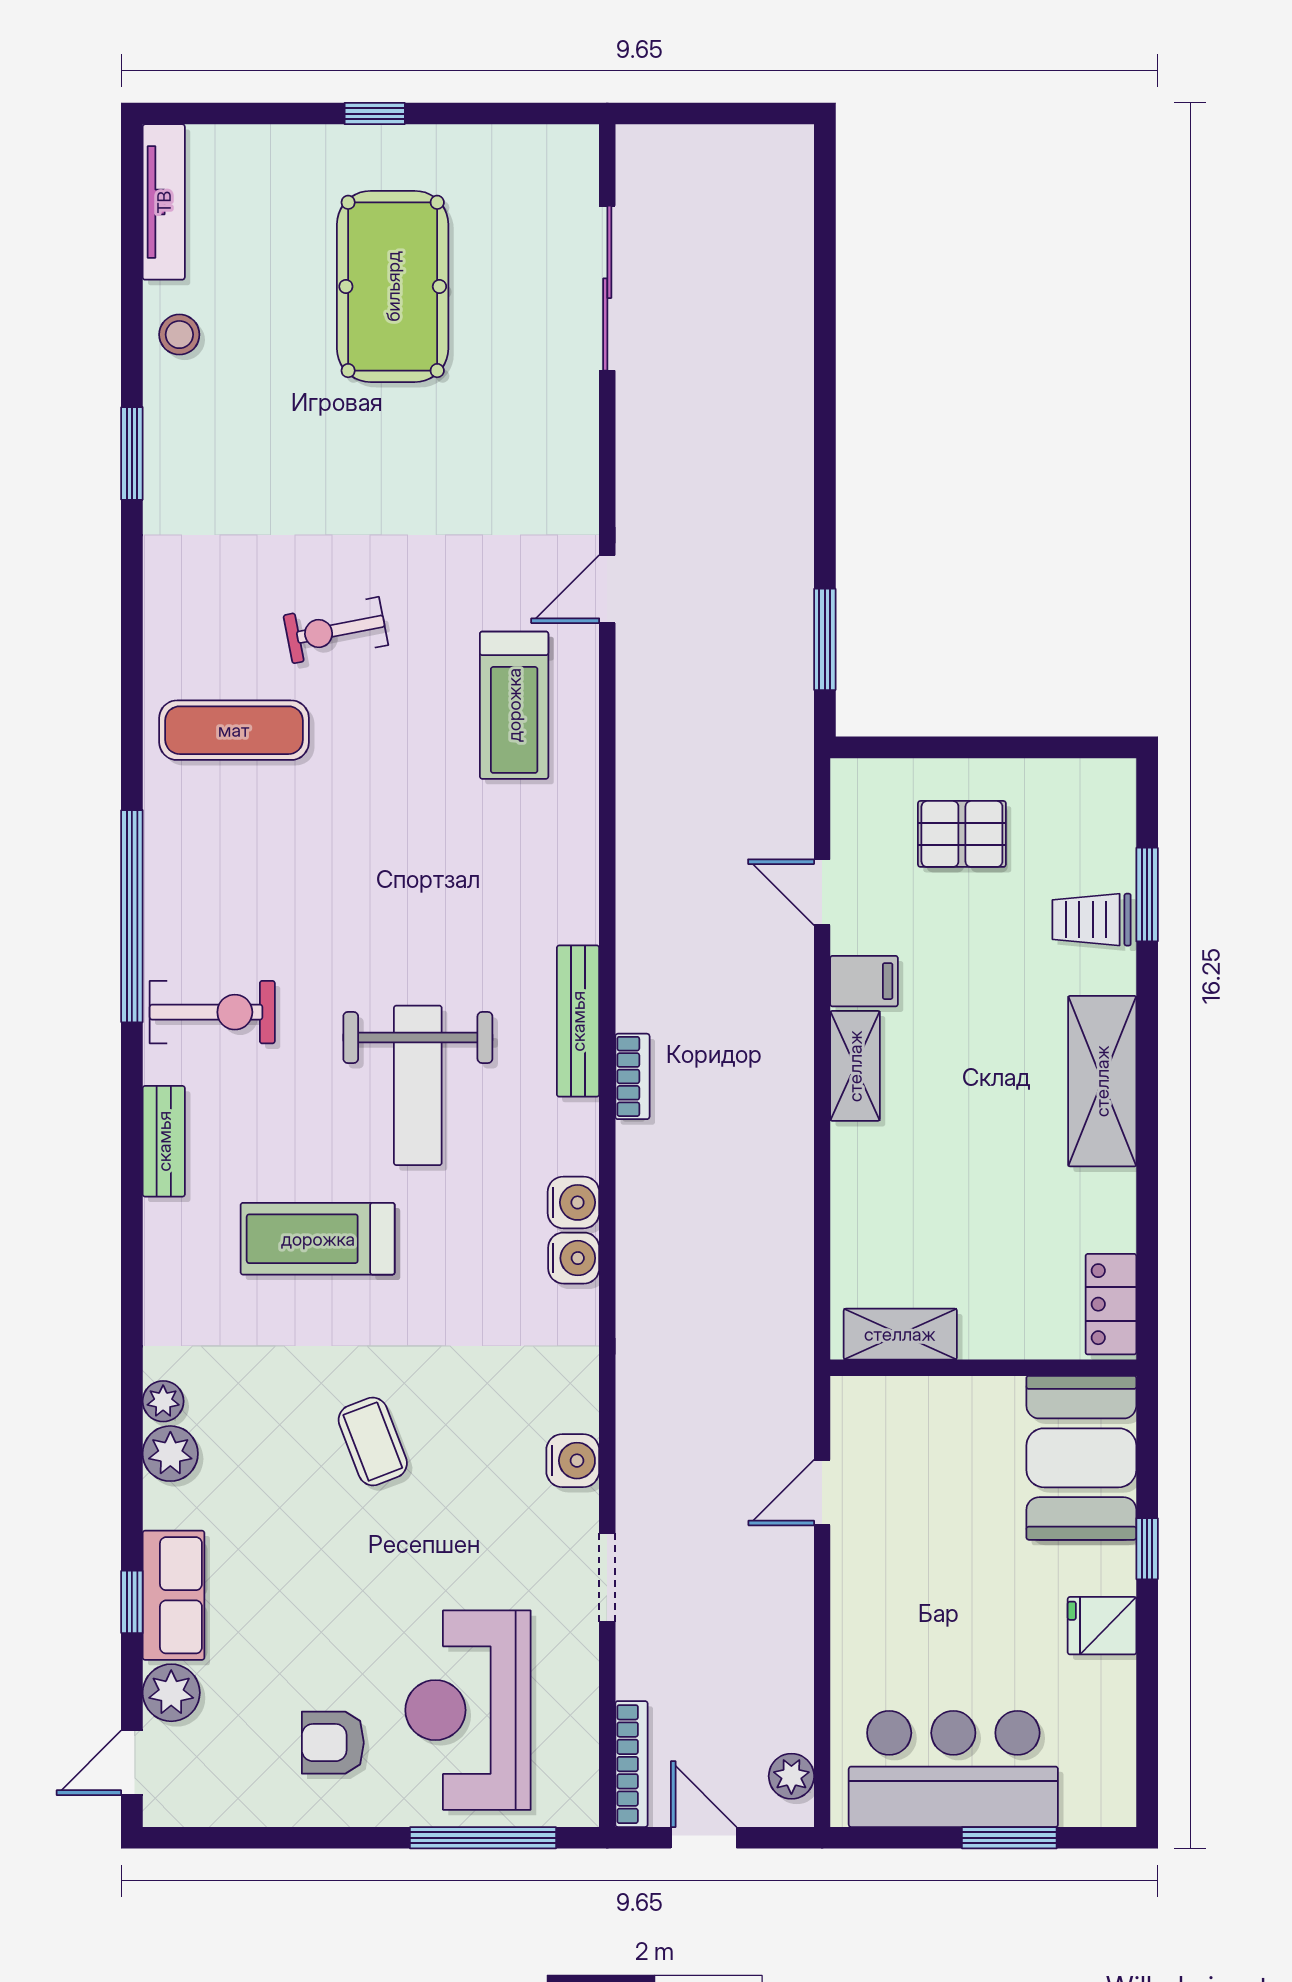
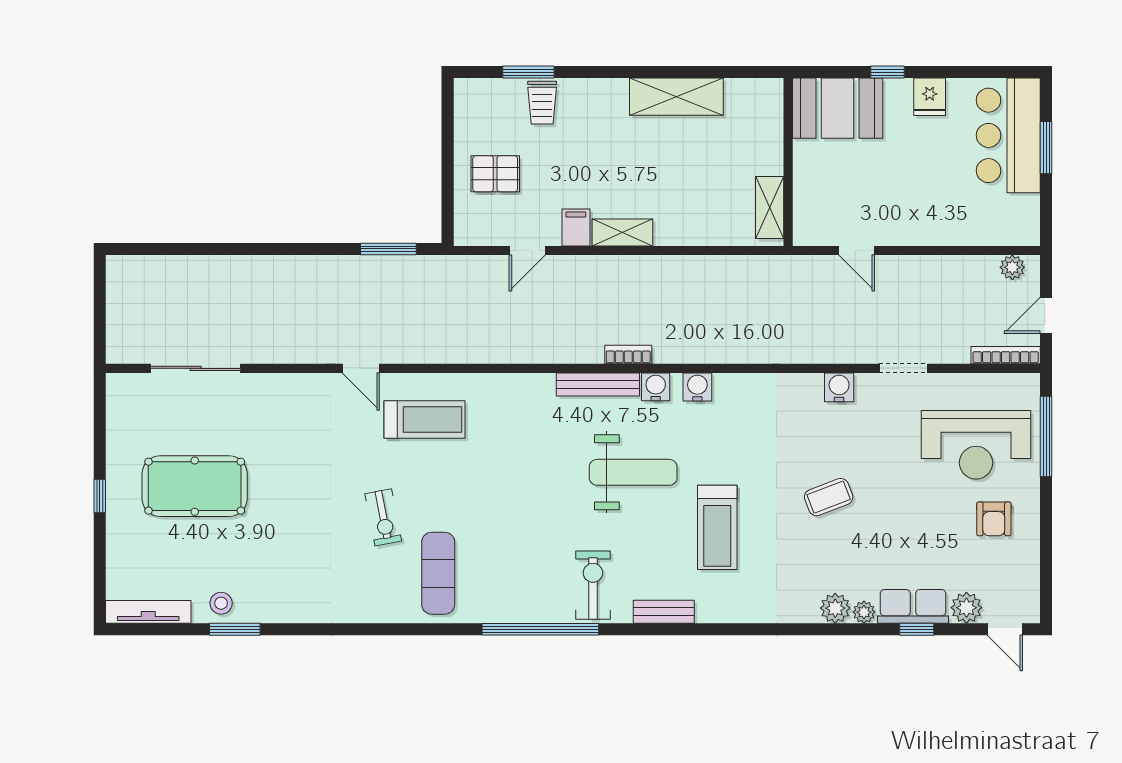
window: (132, 453) -> (235, 629), moved
pallet: (962, 834) -> (495, 174), turned 90
shelving: (1102, 1081) -> (676, 97), moved
water cooler: (574, 1258) -> (656, 387), moved
locker: (1111, 1304) -> (753, 92), removed
plant: (163, 1401) -> (864, 612), moved
bar counter: (953, 1769) -> (1008, 135), moved

